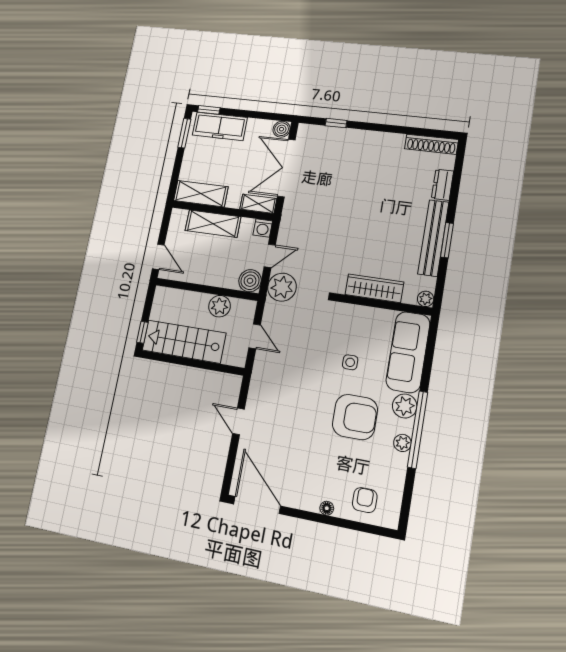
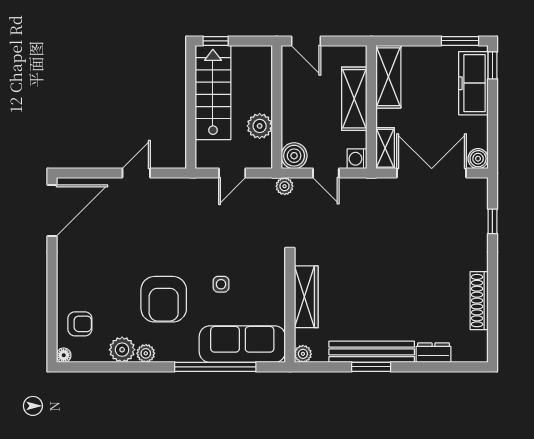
shoe rack: (431, 144) -> (479, 301), moved
door: (158, 257) -> (306, 41), hinge flipped
plant: (282, 287) -> (285, 186), width x0.53, depth x0.53
plant: (405, 406) -> (122, 350), moved
window: (418, 430) -> (215, 367), moved
floor lamp: (327, 508) -> (64, 355), moved

